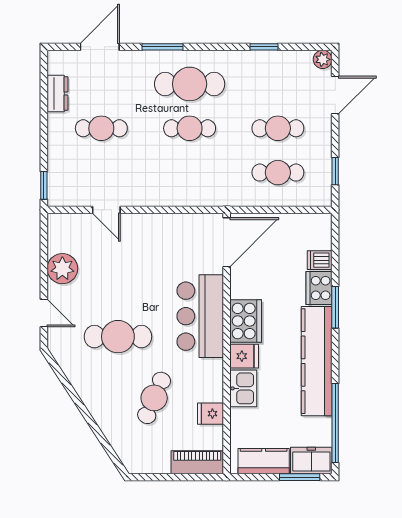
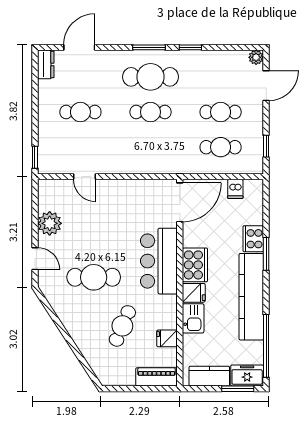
window: (163, 47) -> (149, 47), moved
window: (264, 47) -> (190, 47), moved
dresser: (58, 94) -> (46, 64), moved
dishwasher: (320, 260) -> (235, 189), moved, turned -90

